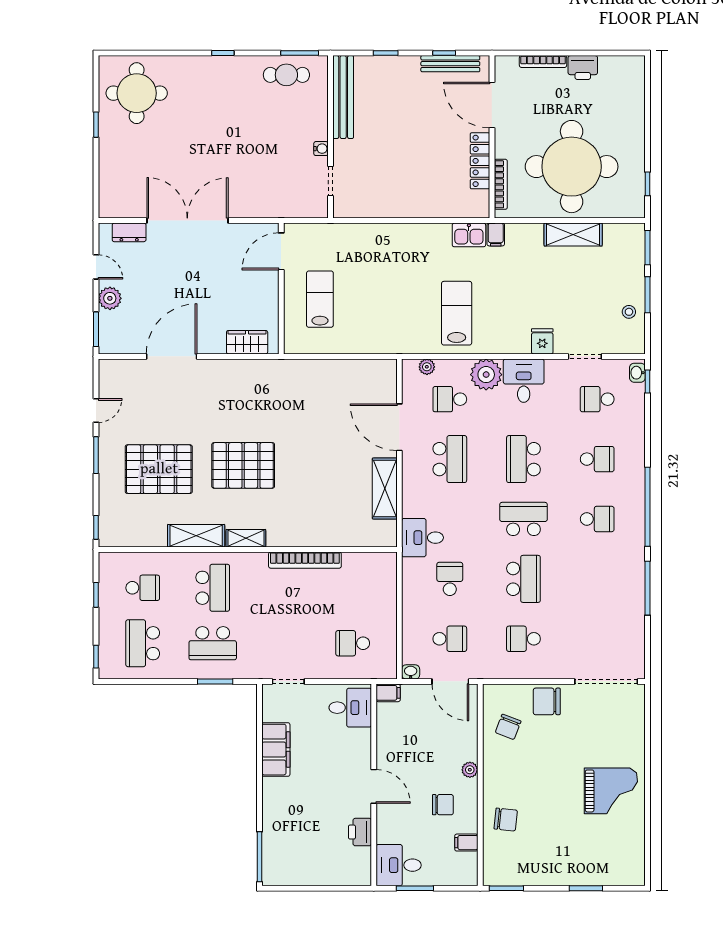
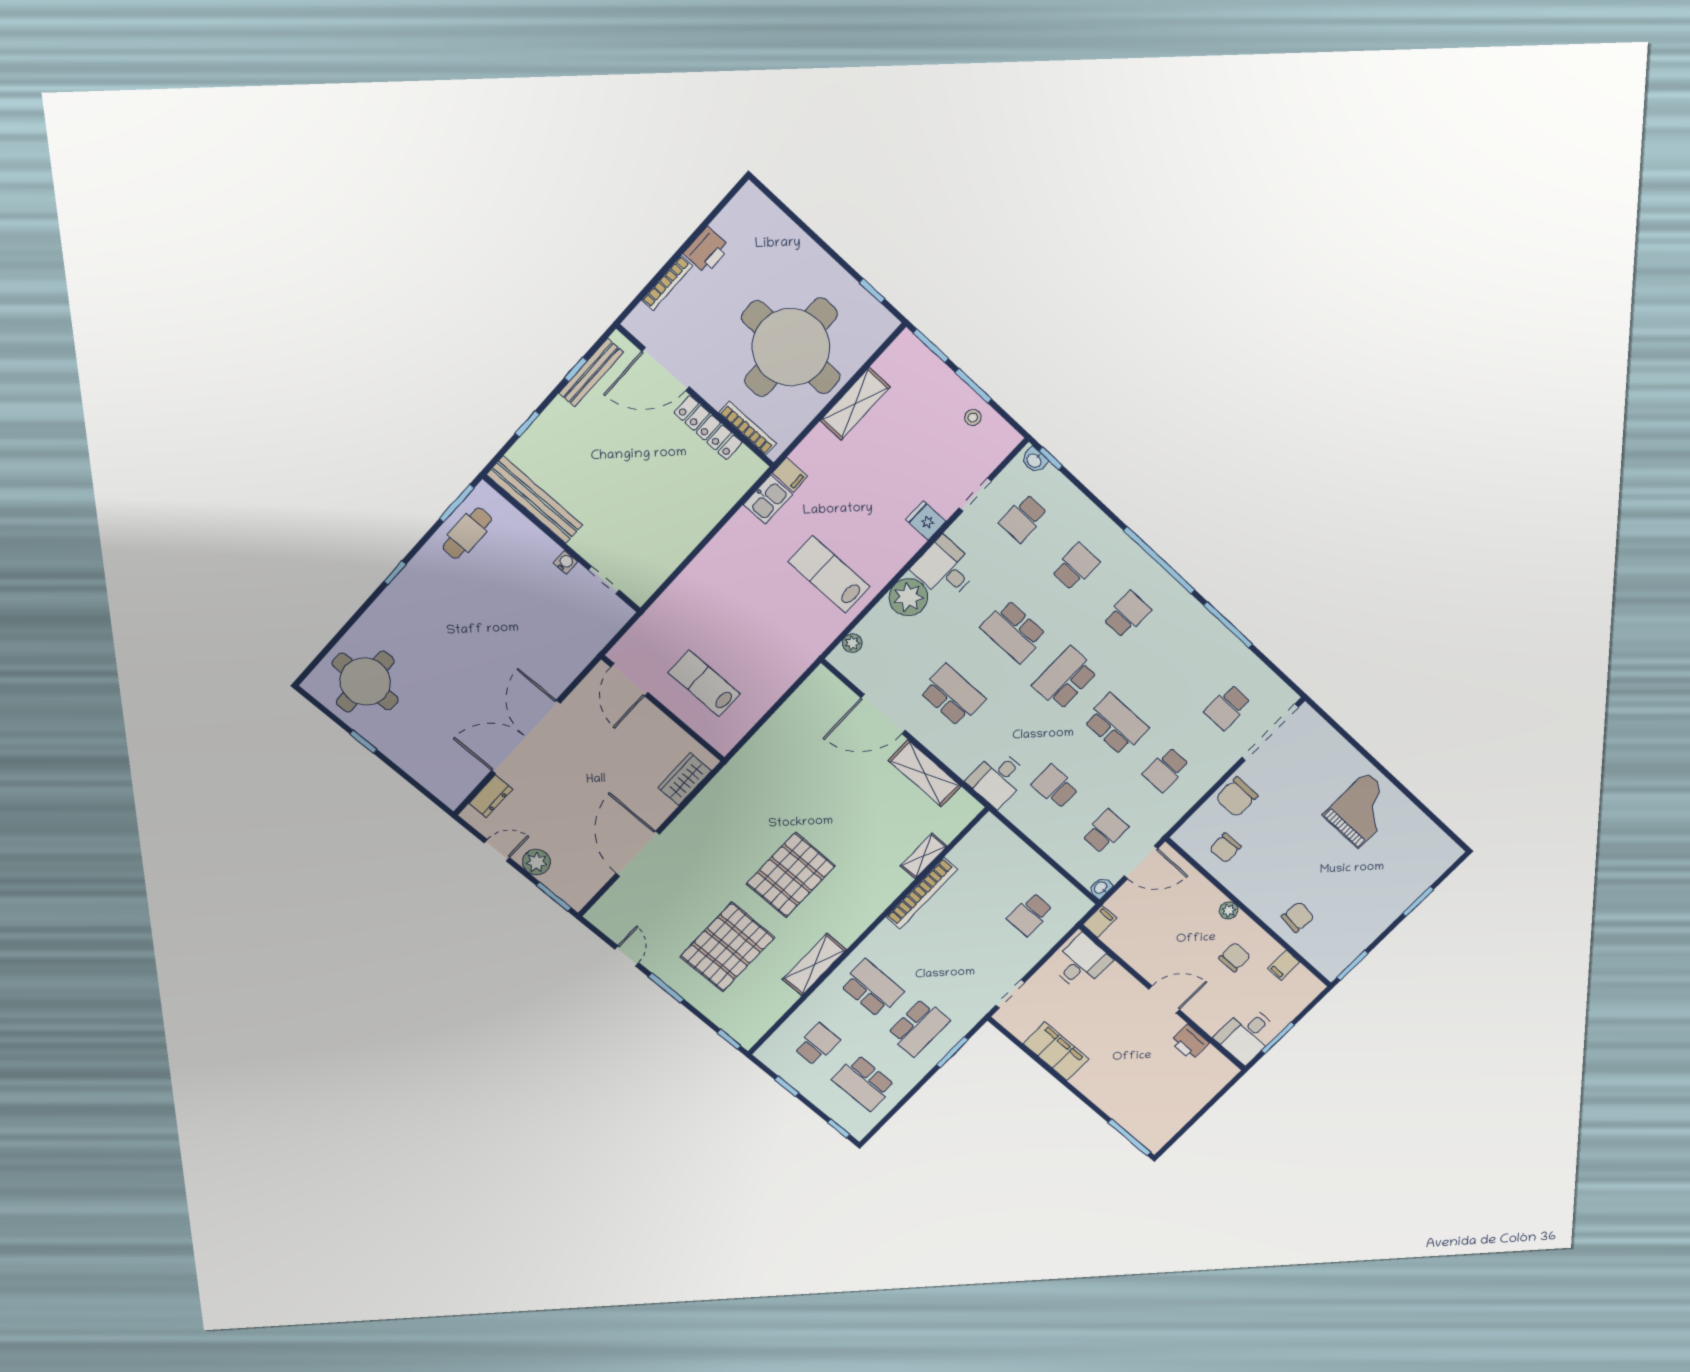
school desk: (450, 399) -> (1227, 707), moved
shelving: (246, 538) -> (924, 856), moved
chair: (508, 727) -> (1225, 848), turned 66

